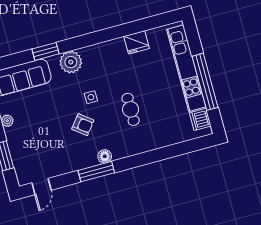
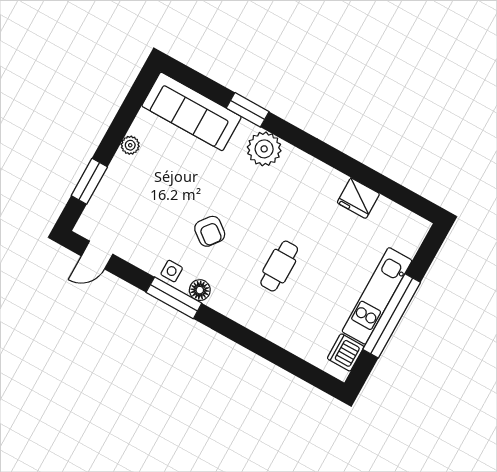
kitchen unit: (186, 68) -> (377, 296), width x0.73
side table: (91, 97) -> (172, 271), moved

